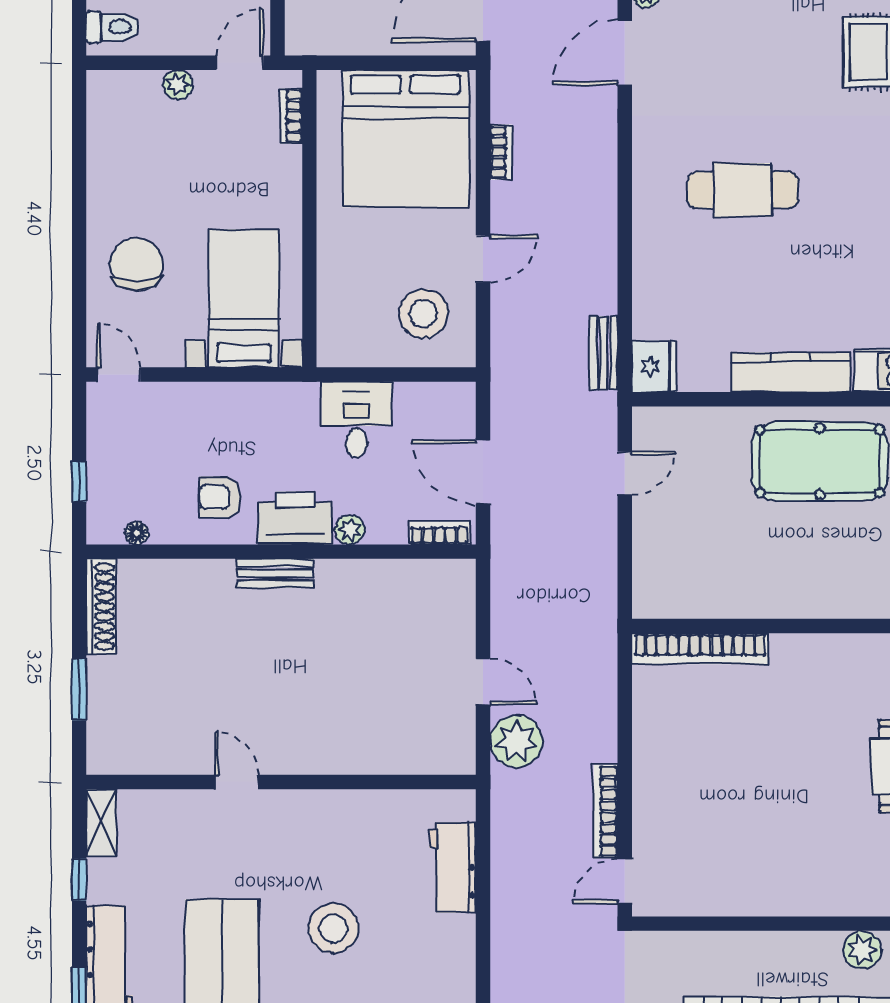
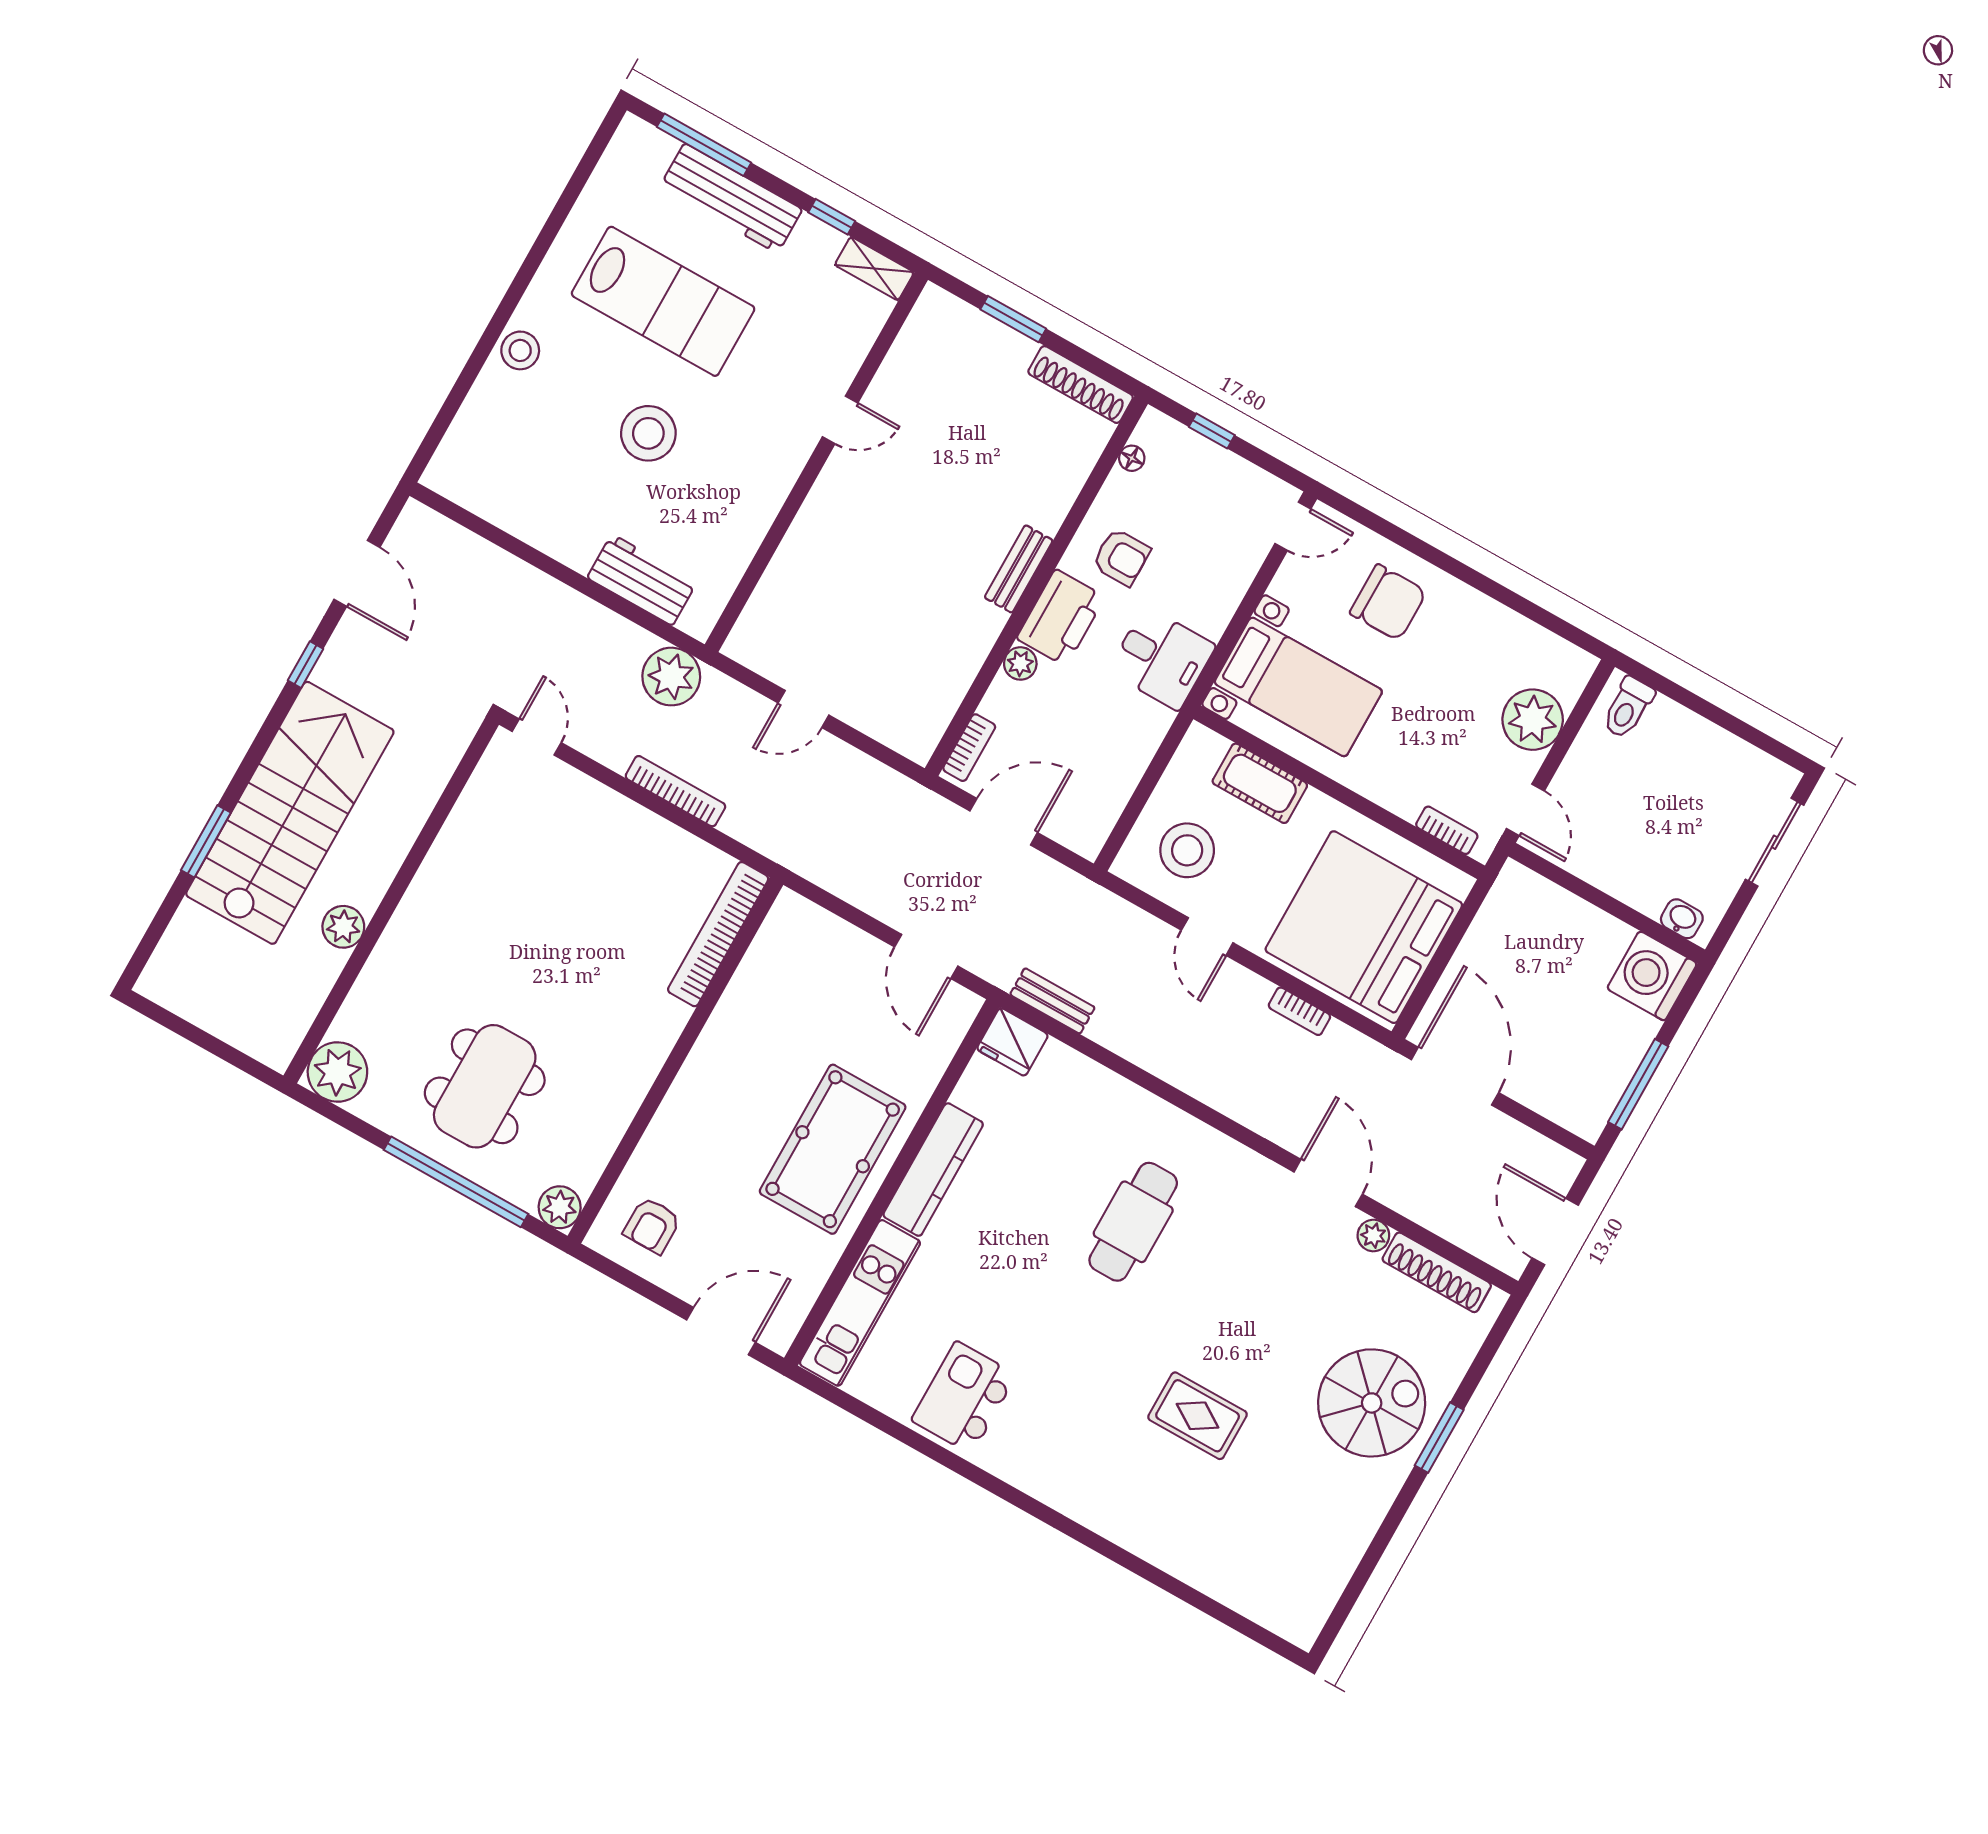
plant: (178, 85) -> (1533, 720), width x1.87, depth x1.87
cot: (338, 286) -> (1260, 783), added
desk: (356, 420) -> (1162, 658), moved
door: (625, 473) -> (926, 957), width x1.38
armchair: (220, 497) -> (1121, 557), turned 90
plant: (516, 741) -> (671, 677), moved
bookcase: (606, 811) -> (675, 791), moved

